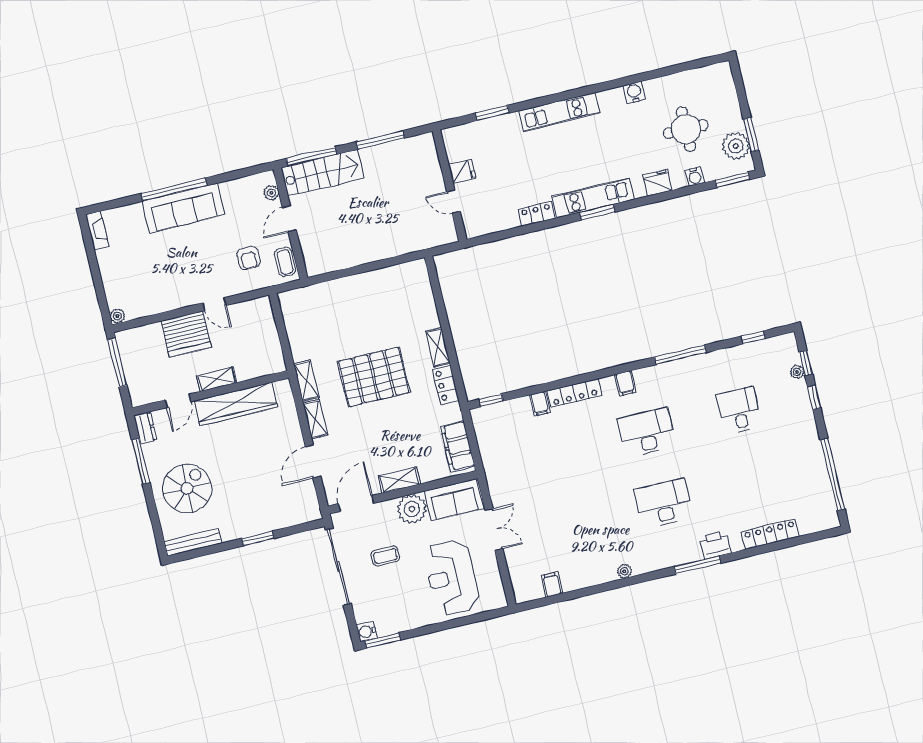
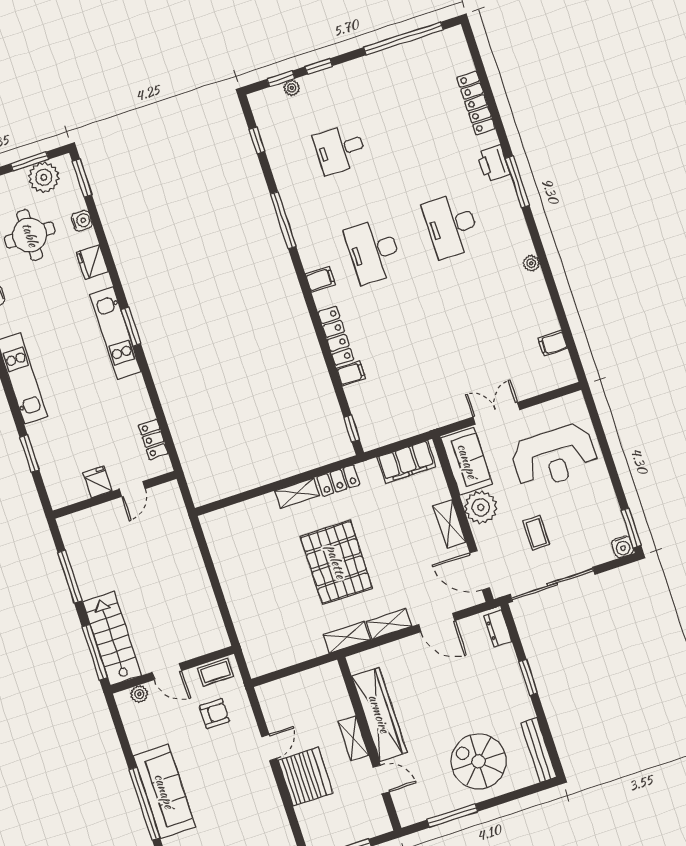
locker: (537, 214) -> (153, 439), moved
dresser: (145, 428) -> (498, 628), moved, turned -90

